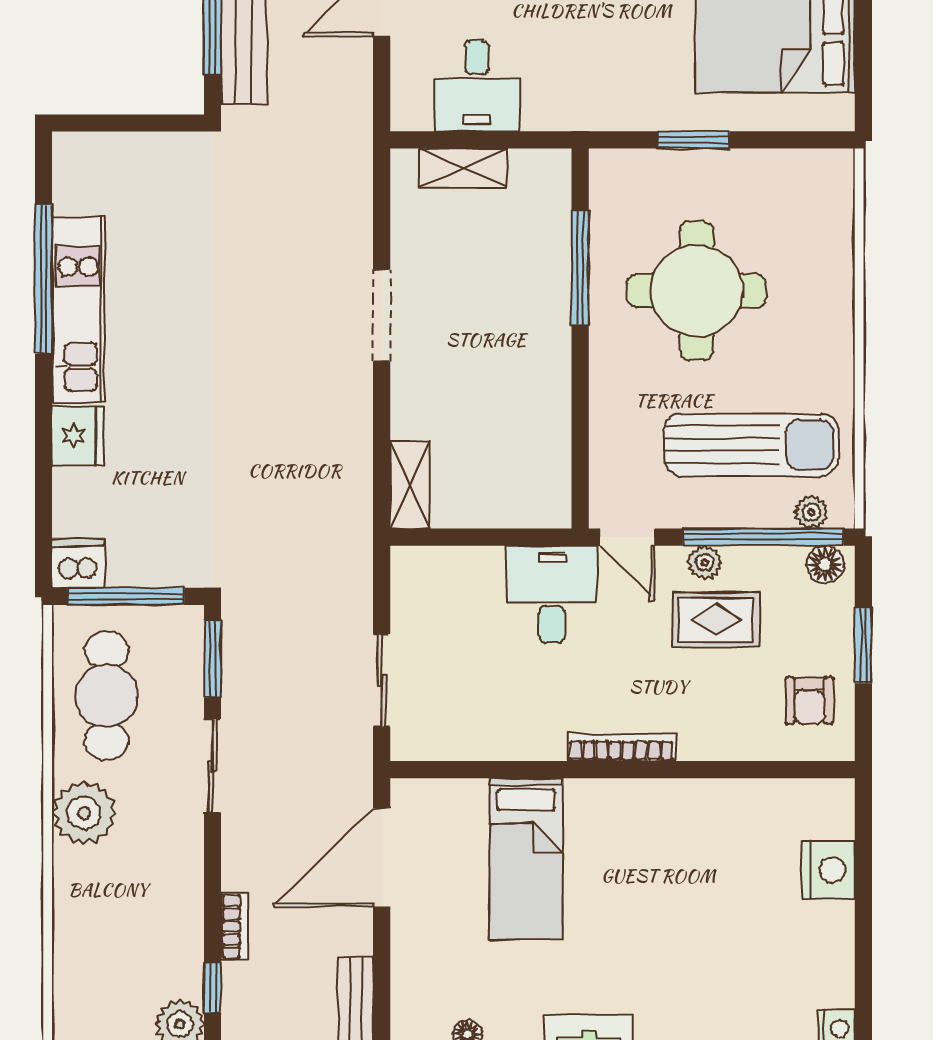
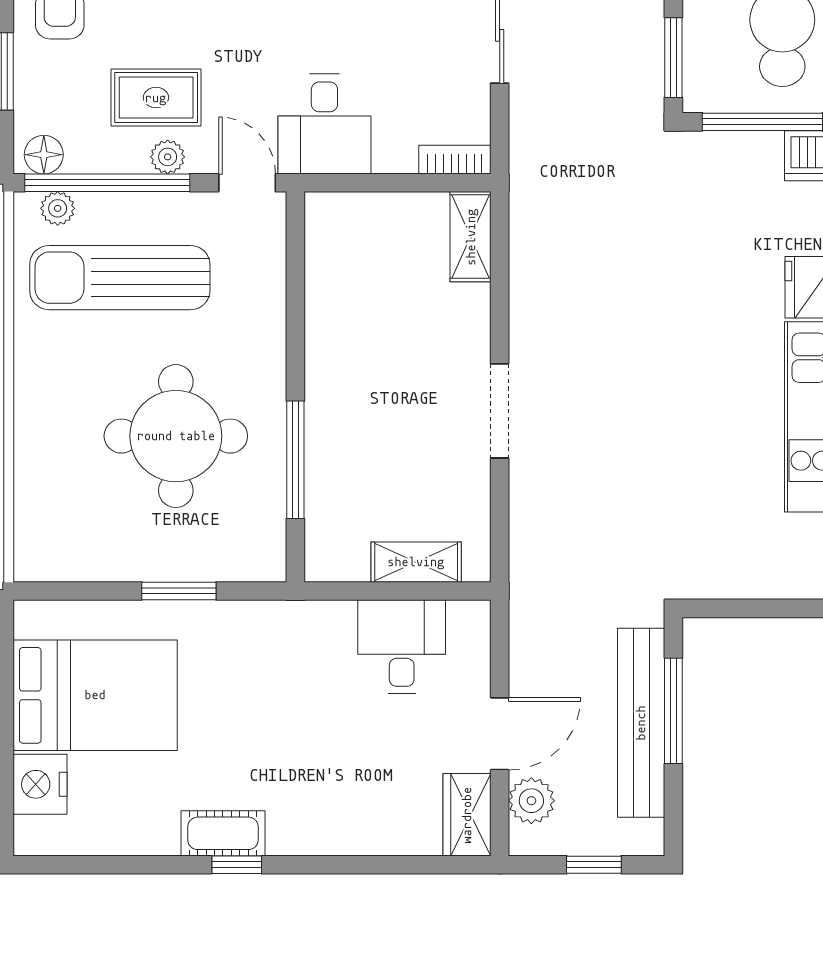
bookcase: (425, 560) -> (455, 160), added

